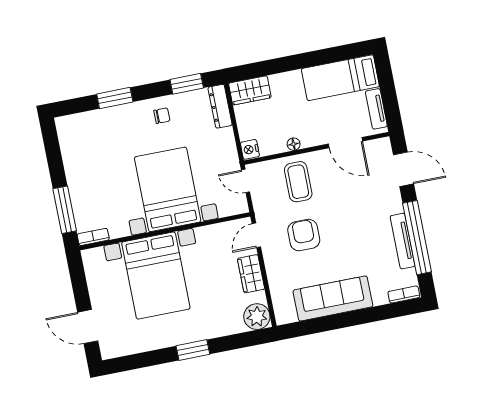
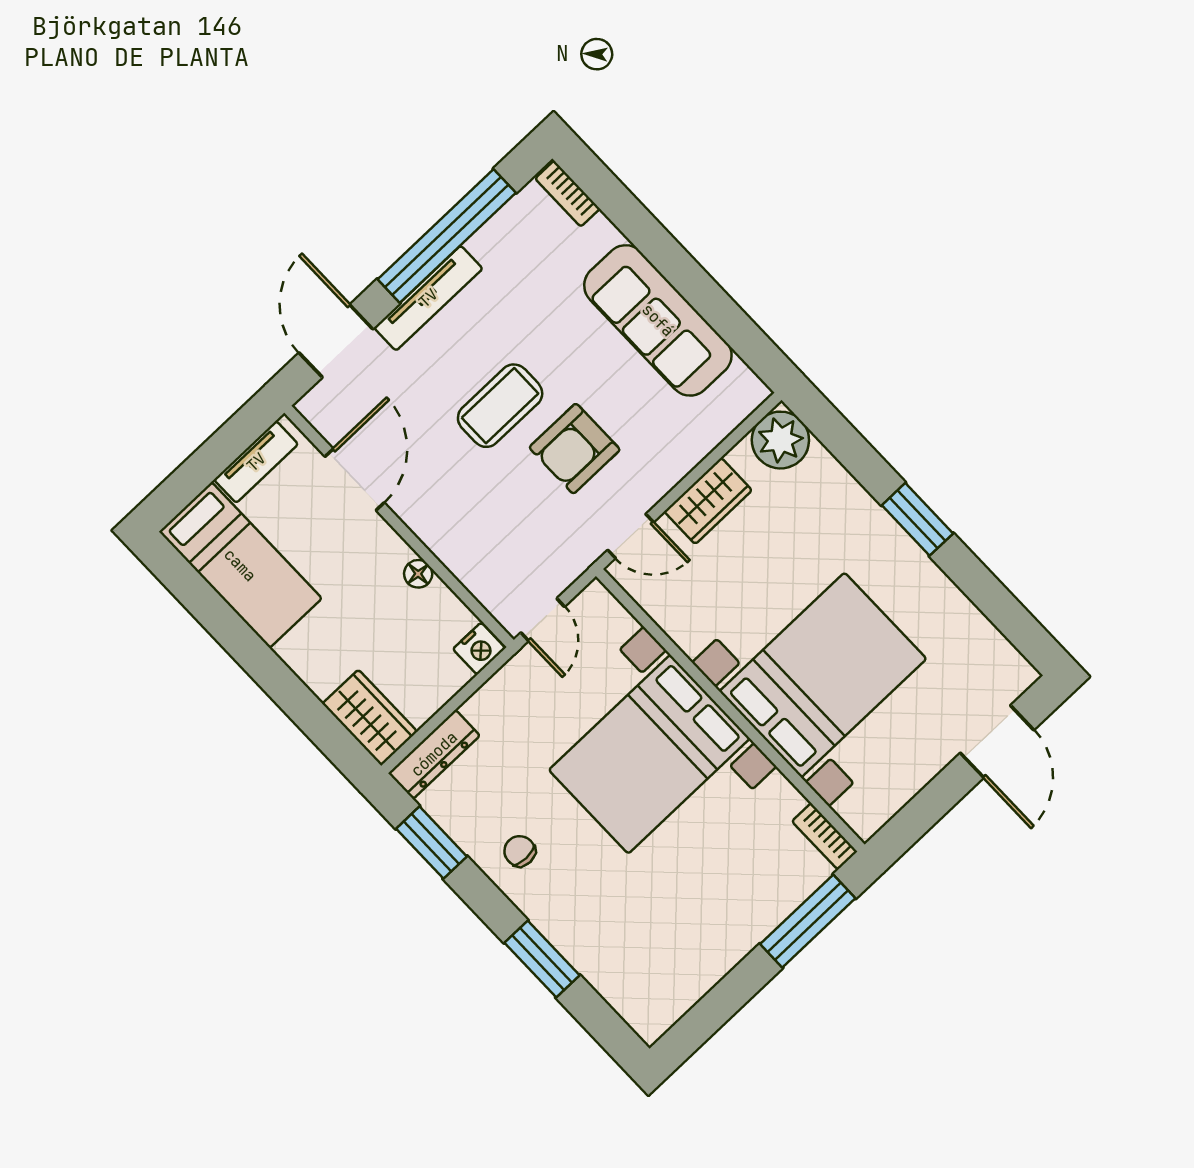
coffee table: (298, 182) -> (500, 406), moved
tv unit: (403, 241) -> (428, 298), moved

